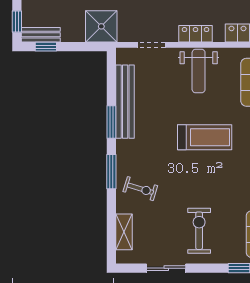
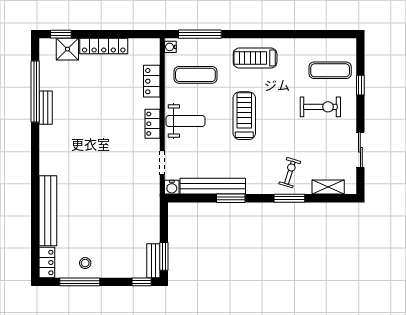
shower: (101, 26) -> (146, 207), removed
window: (46, 47) -> (164, 256), width x1.50
water cooler: (124, 55) -> (172, 187), added
window: (111, 172) -> (289, 198), moved
exercise bike: (199, 231) -> (320, 107), moved, turned 180

